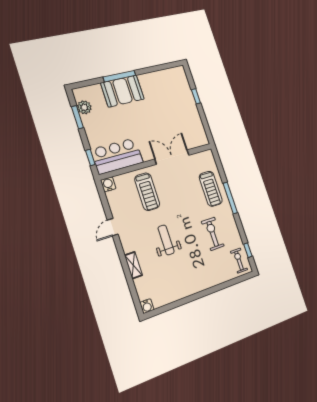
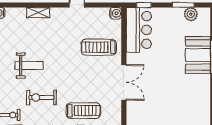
treadmill: (211, 189) -> (83, 111), turned 180
exercise bike: (213, 234) -> (41, 97), turned 180
weight bench: (166, 240) -> (29, 65), moved

